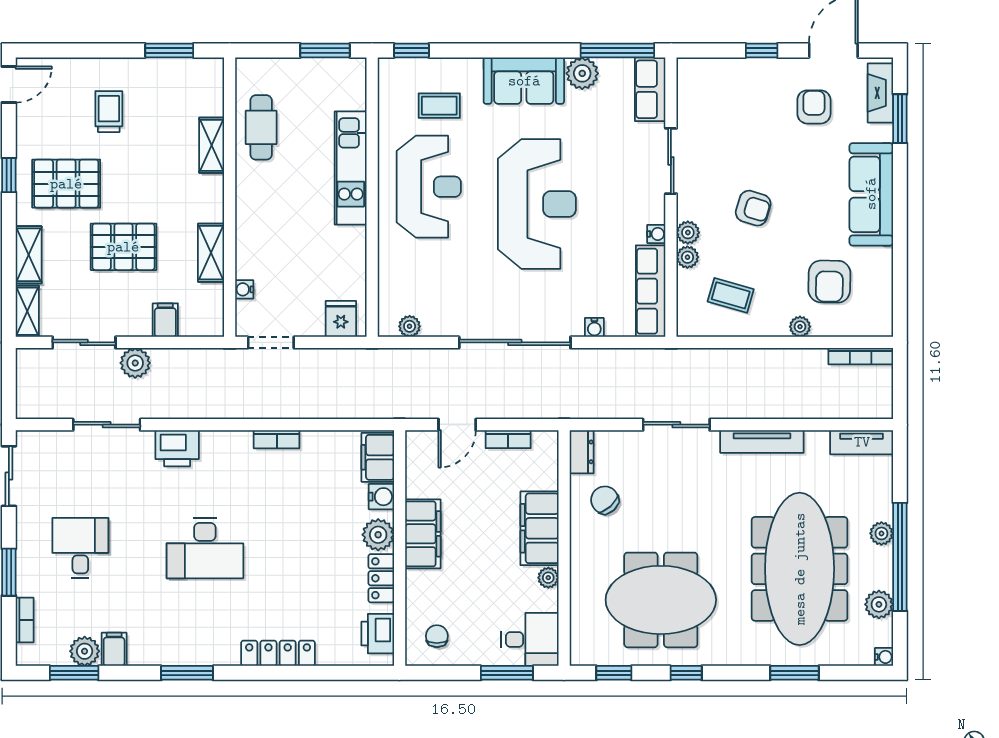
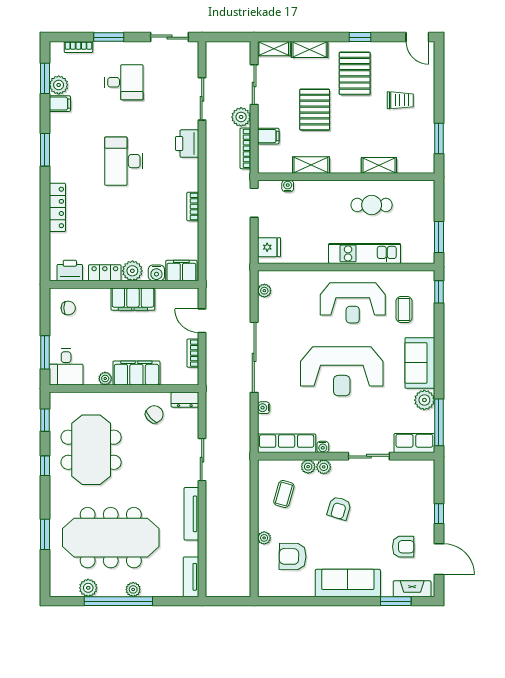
cafe table: (261, 127) -> (372, 205), moved
bookcase: (861, 356) -> (245, 148), moved
water cooler: (884, 657) -> (55, 591), removed

